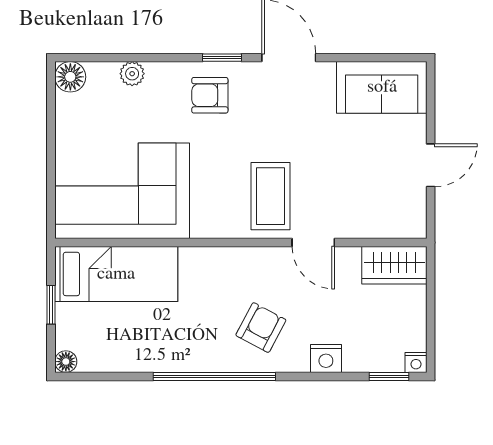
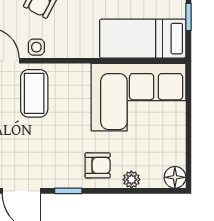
armchair: (210, 95) -> (98, 165), moved
side table: (267, 262) -> (36, 47), added

